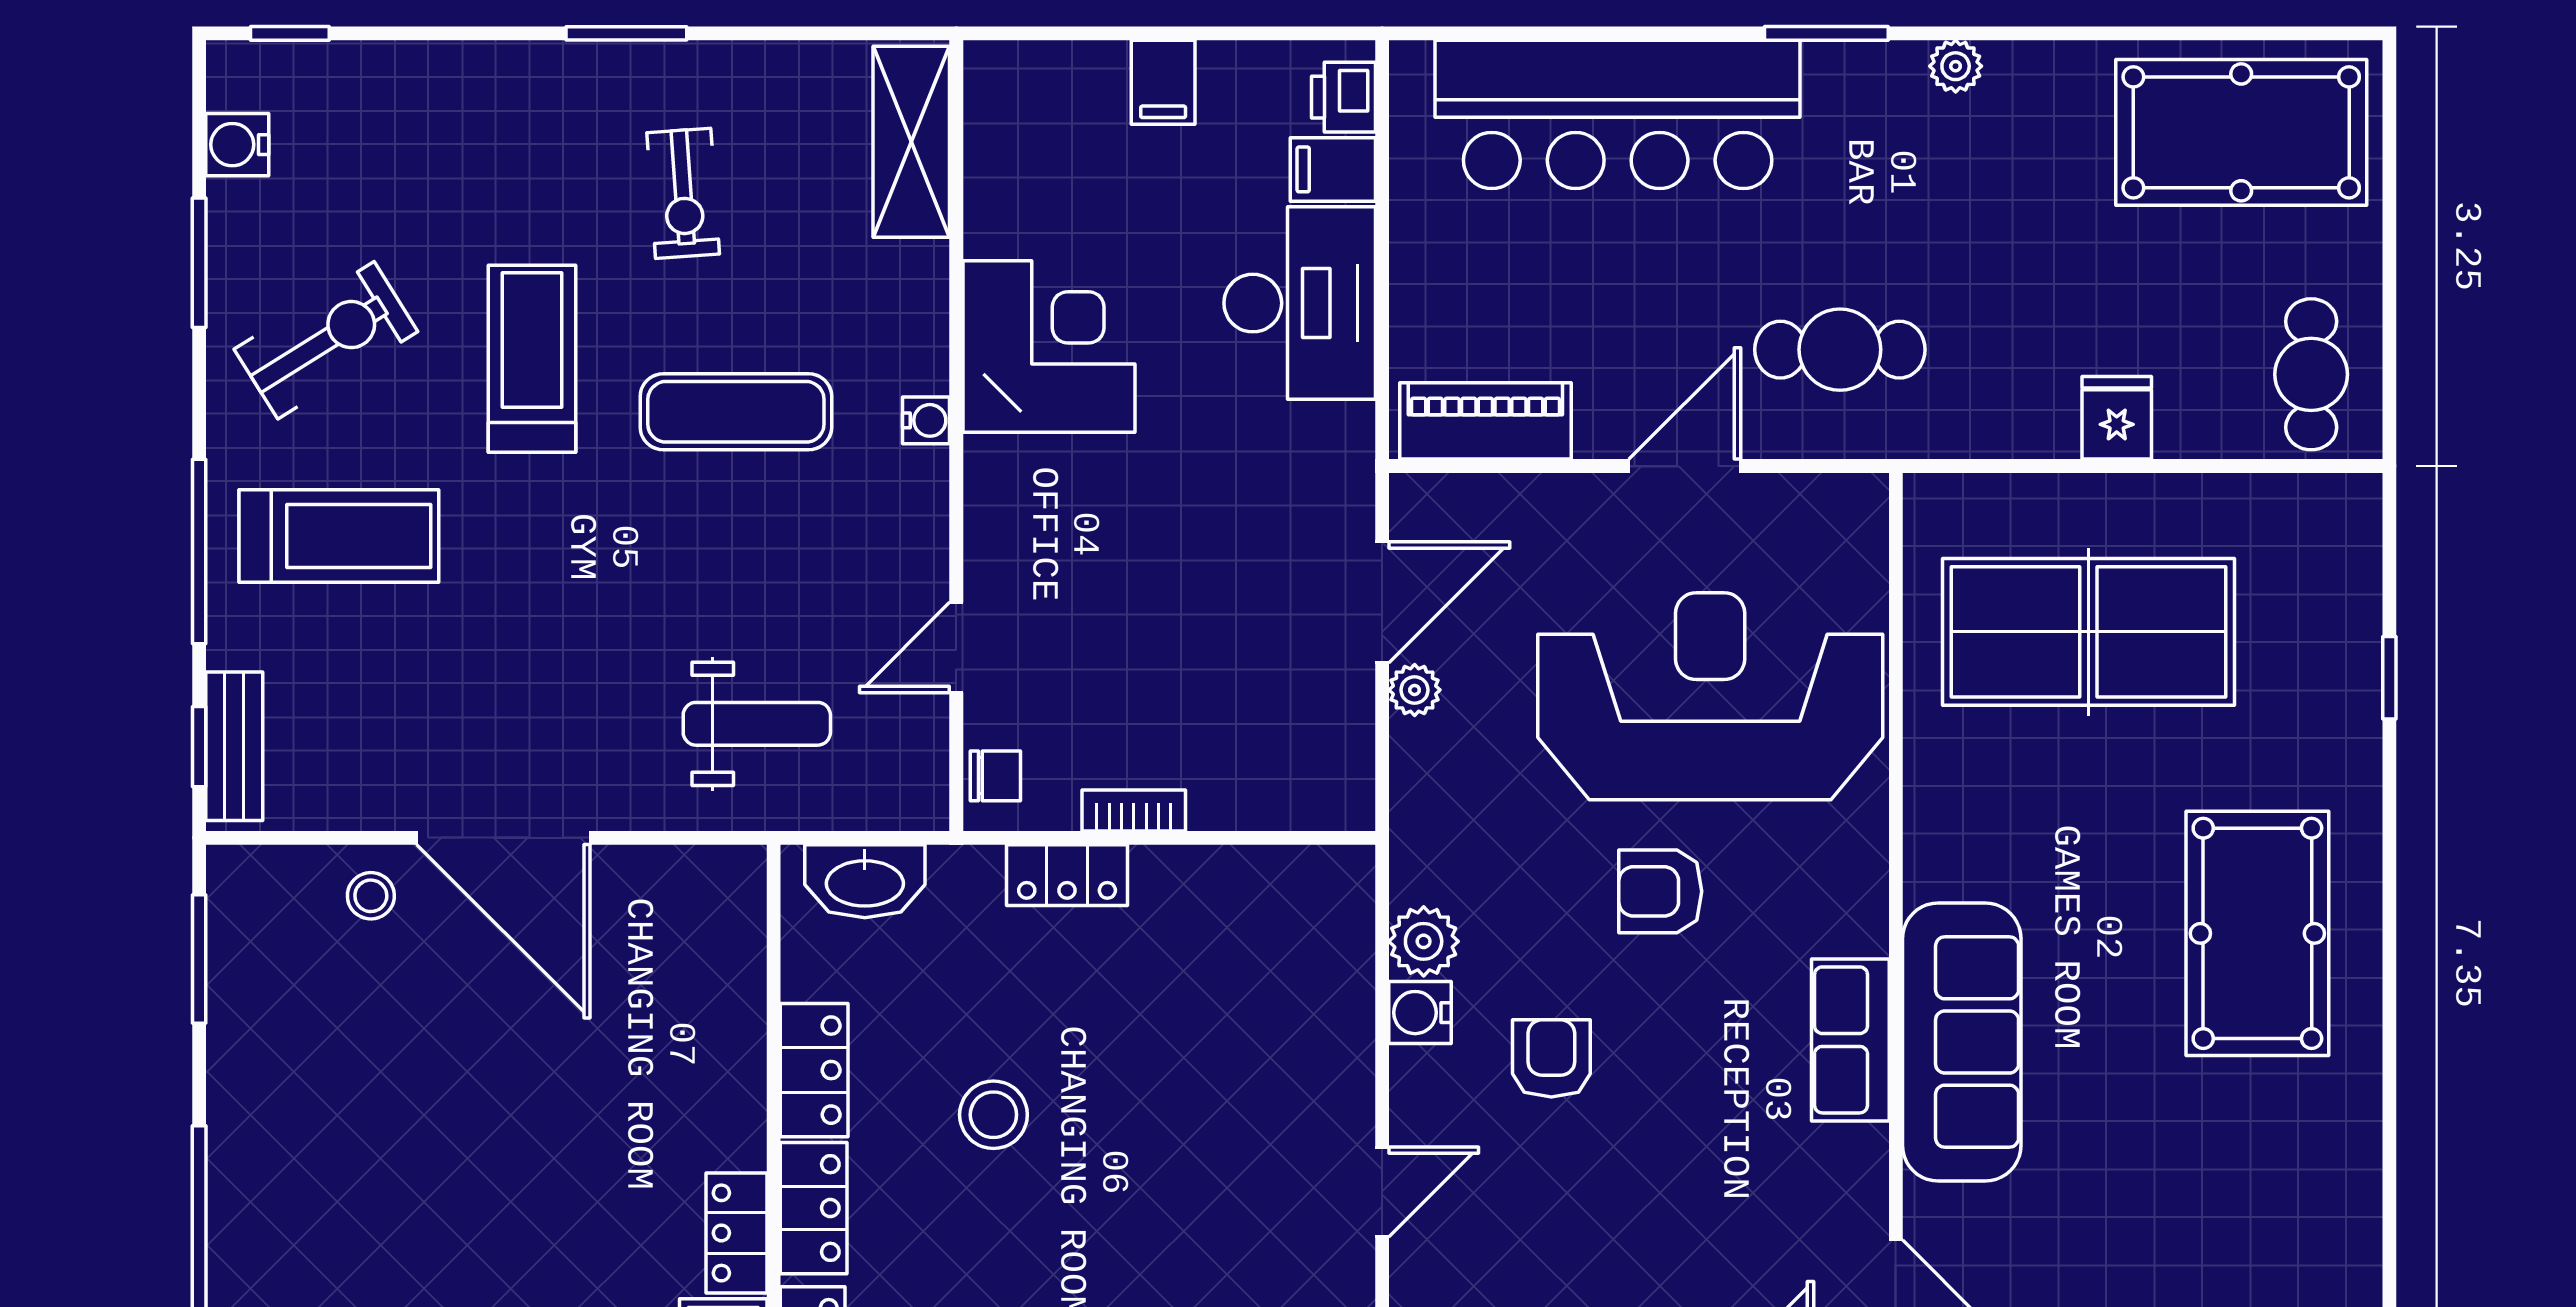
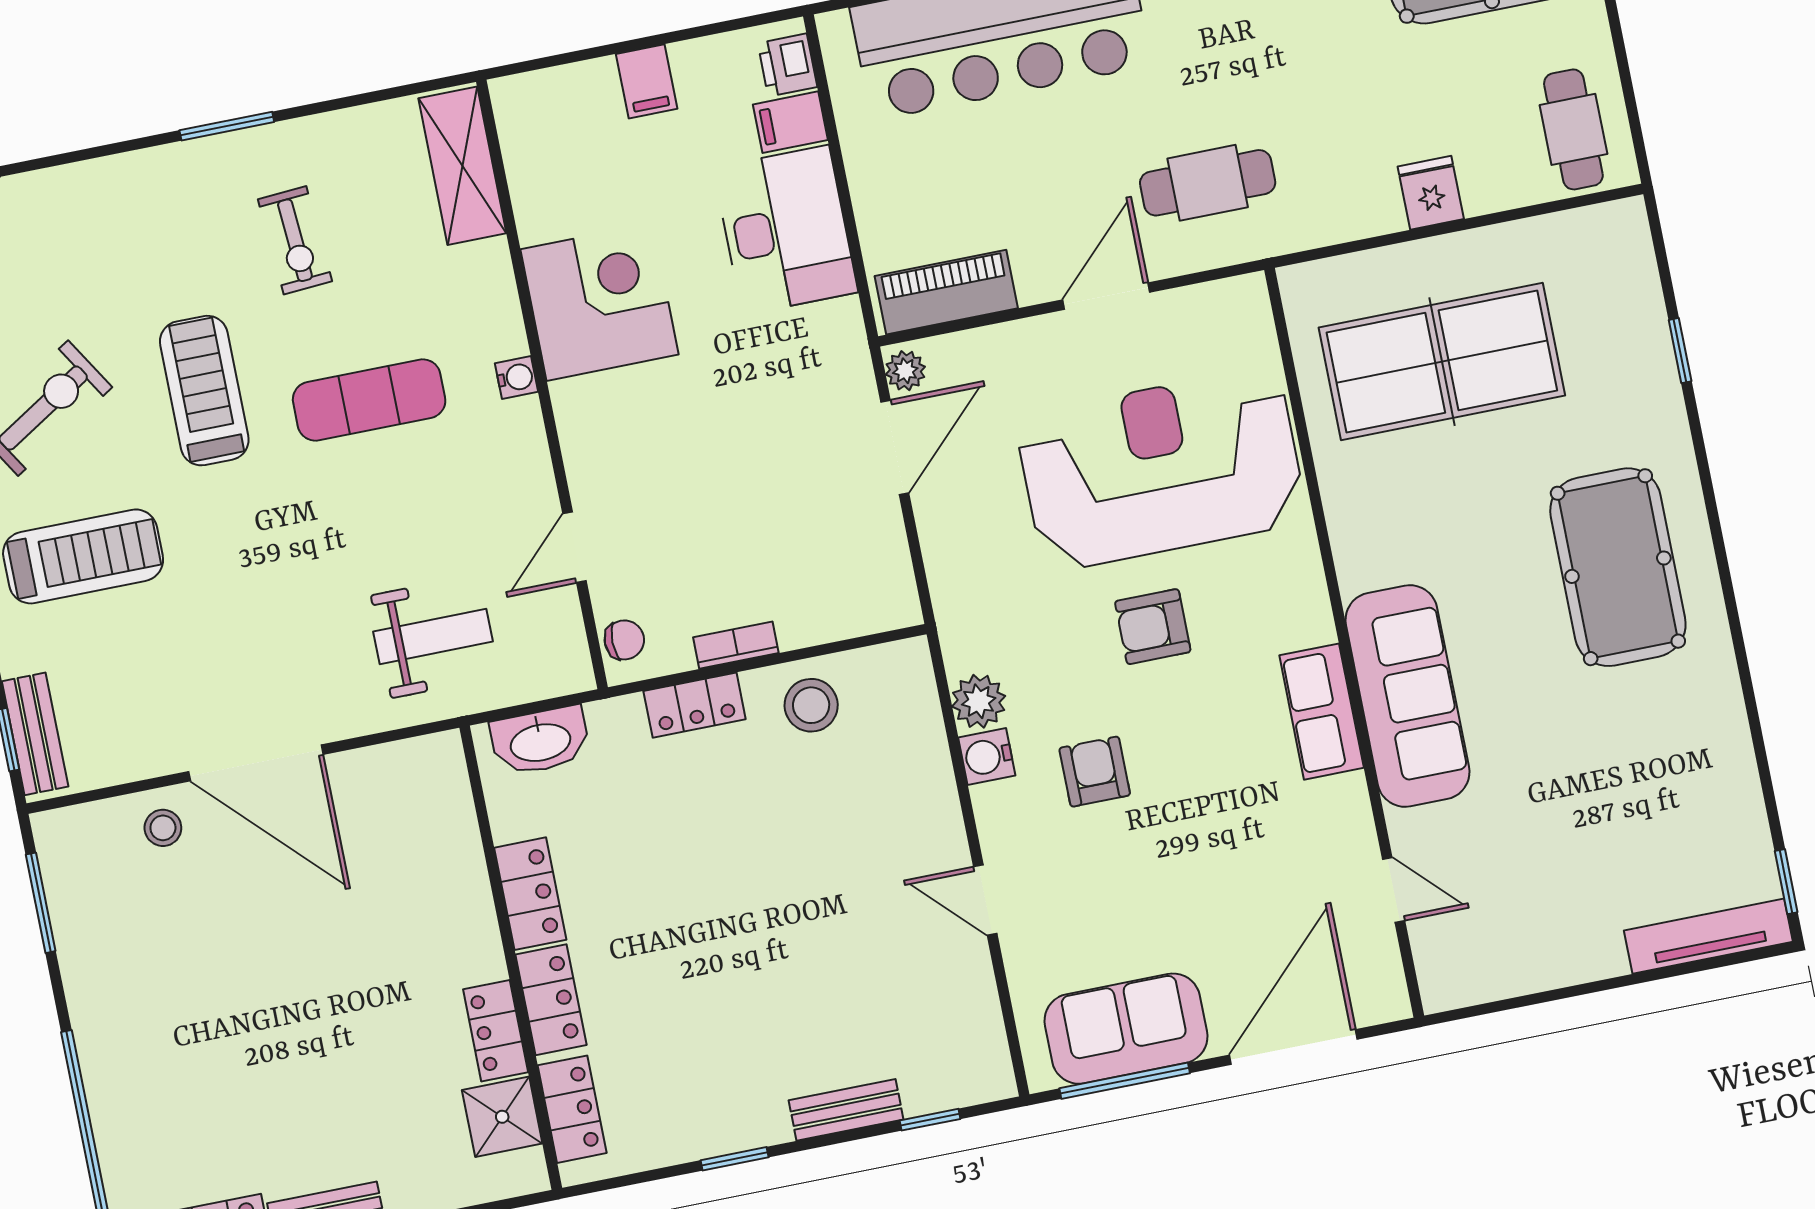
plant: (1415, 690) -> (905, 371), moved
stool: (993, 1115) -> (811, 705), moved
door: (1382, 1192) -> (985, 900), swing flipped

